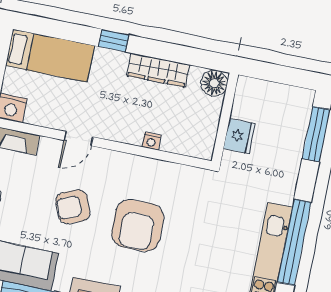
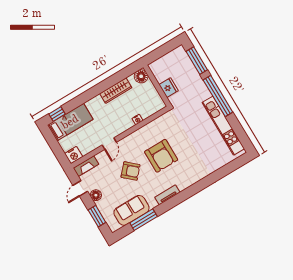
window: (114, 41) -> (57, 114), moved
armchair: (73, 207) -> (130, 171), turned -116
window: (294, 242) -> (218, 96), moved

